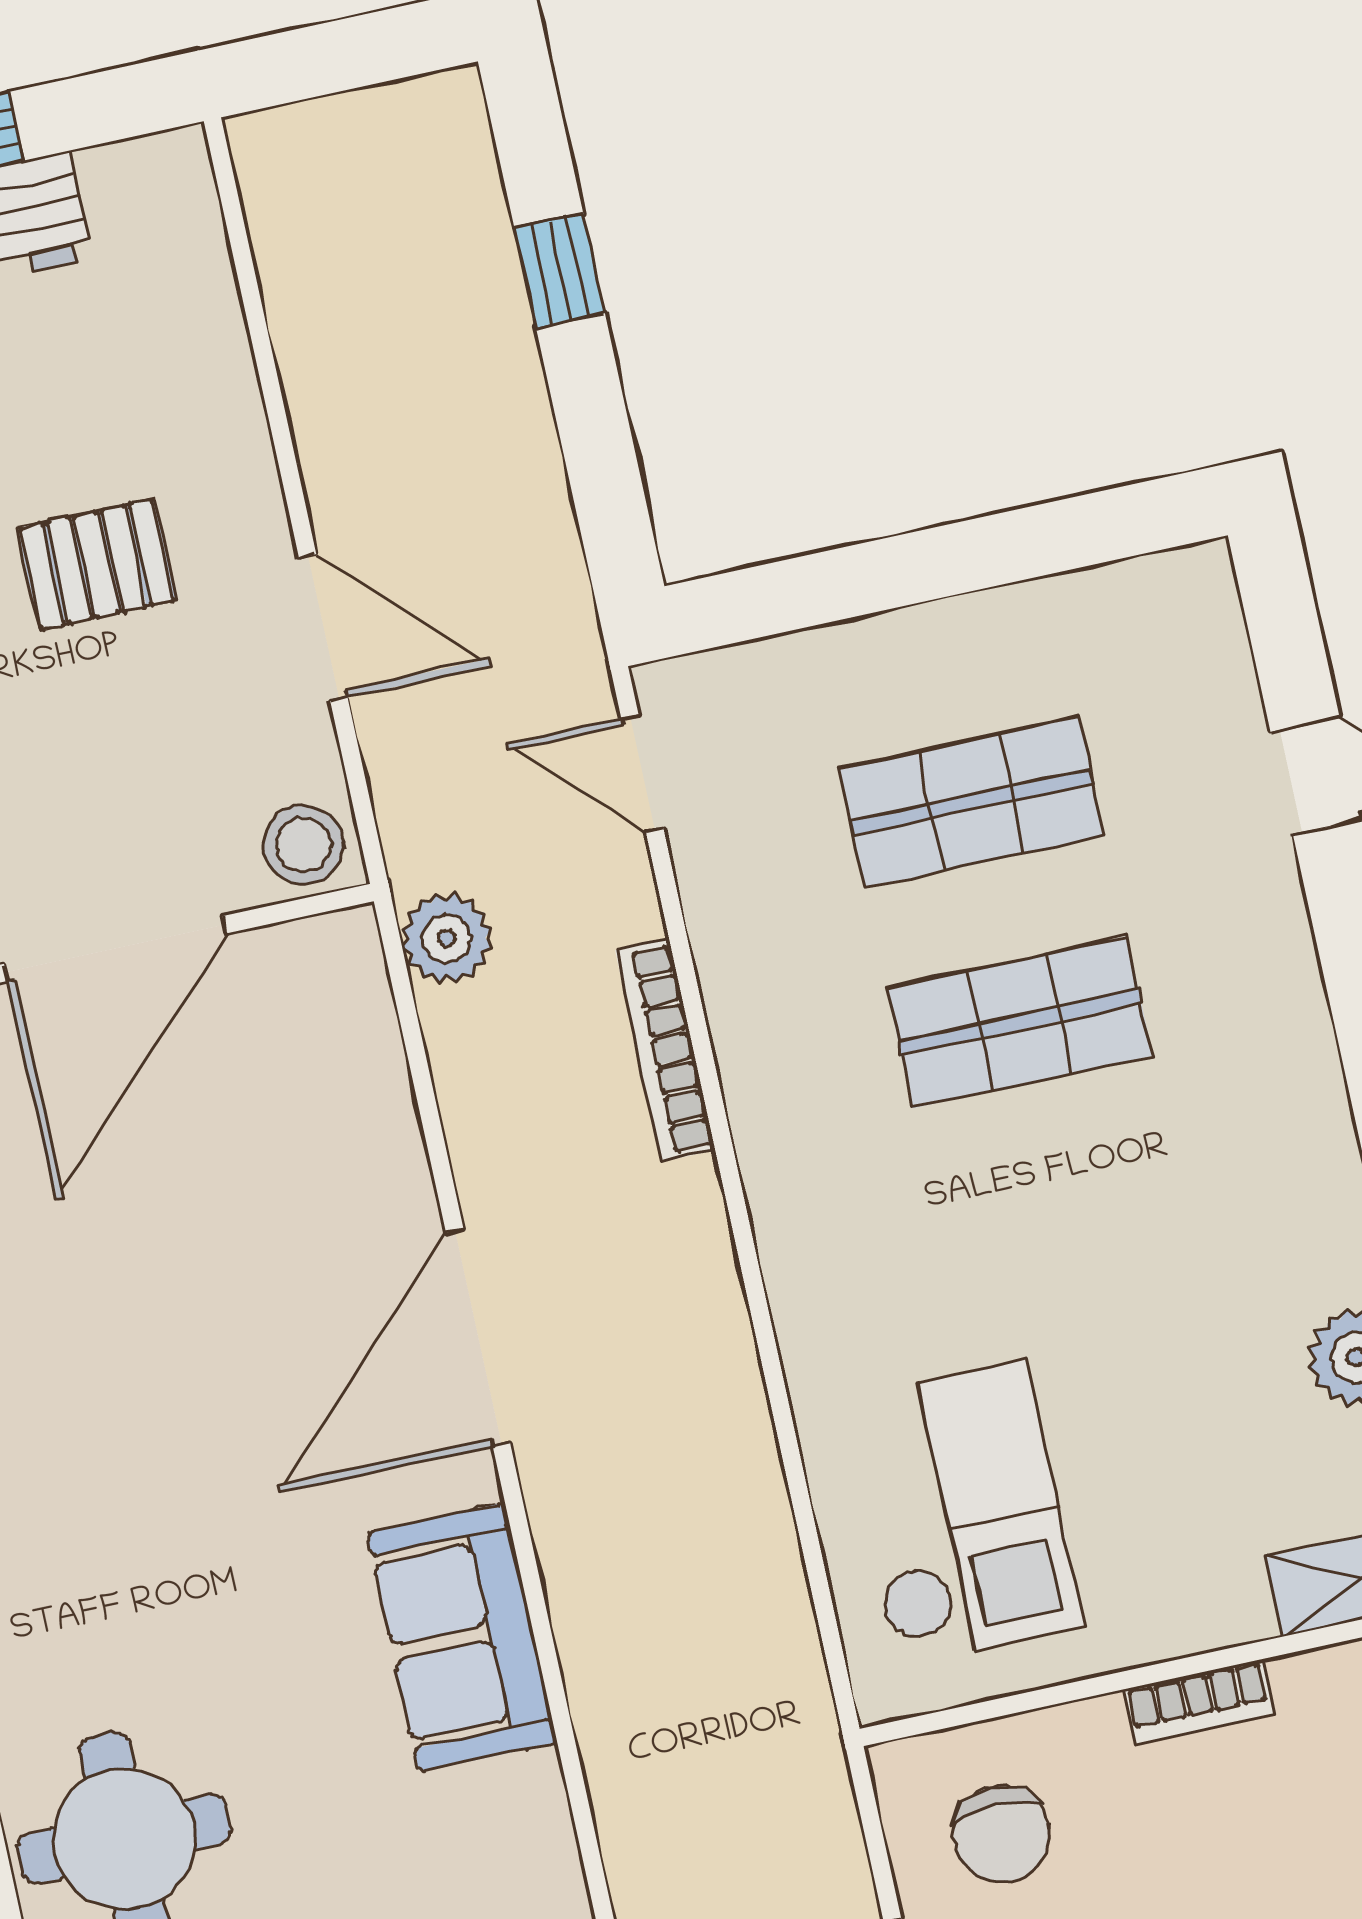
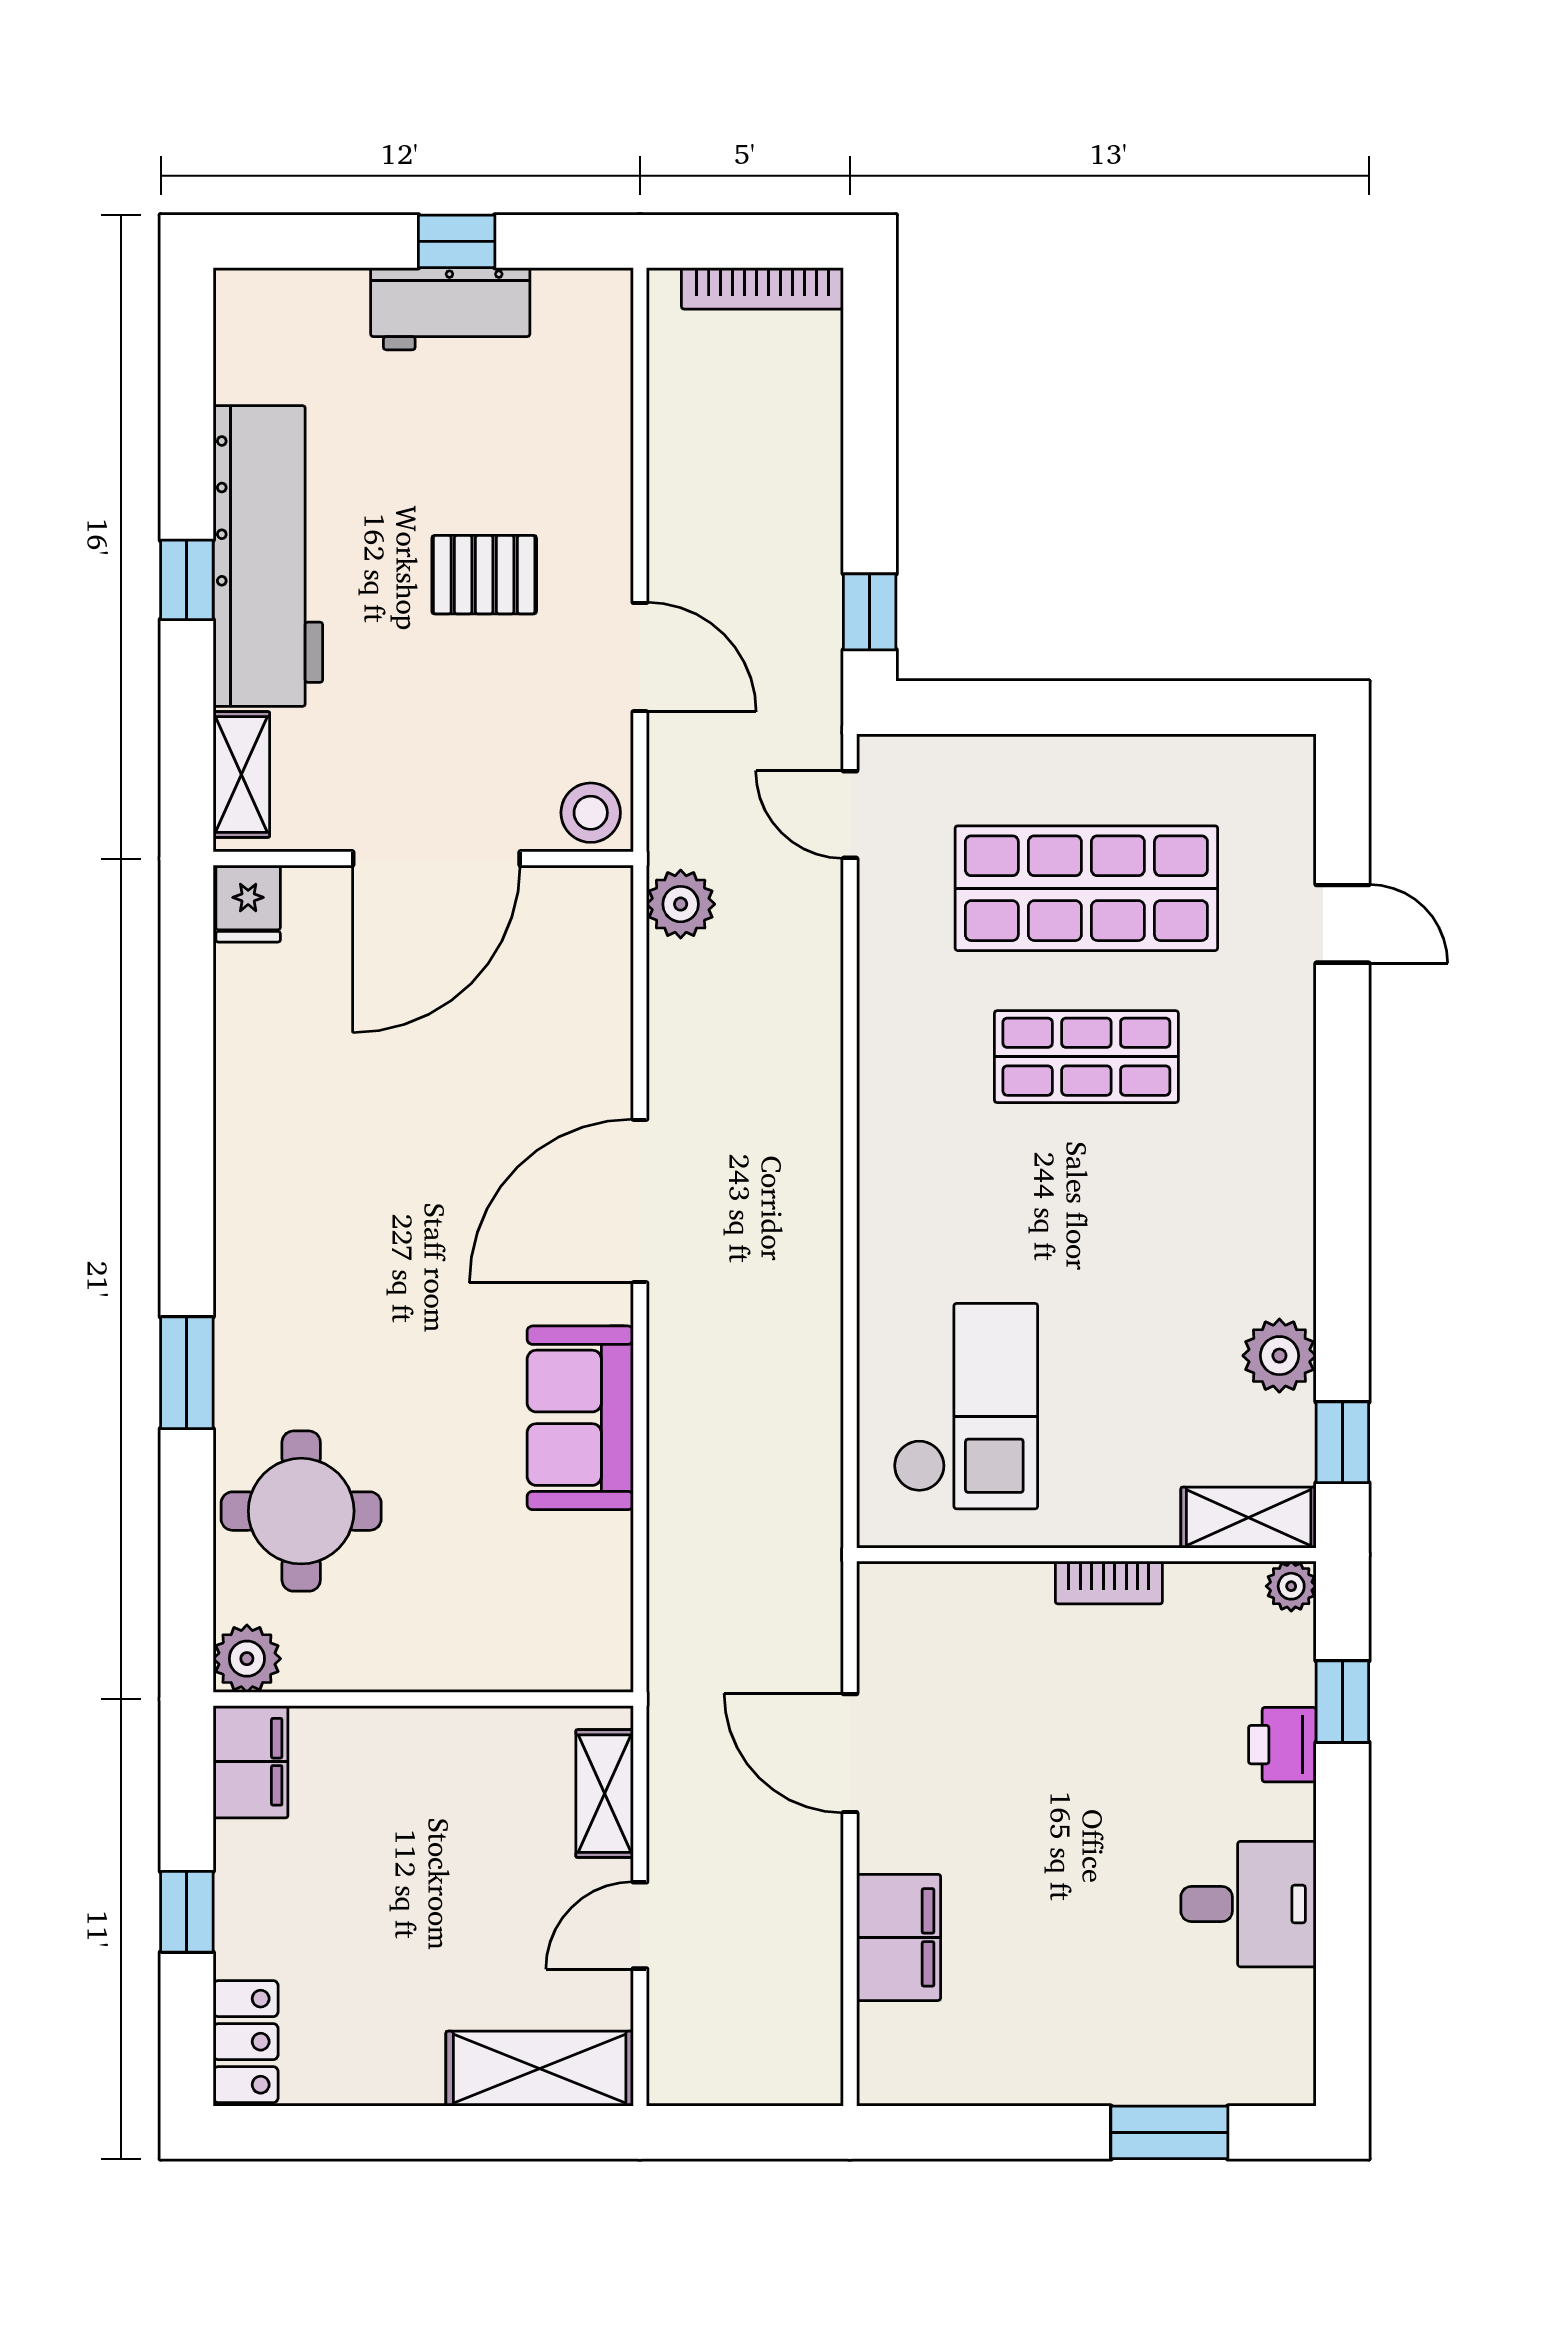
window: (560, 271) -> (870, 612), moved
shop shelf: (972, 802) -> (1086, 888), width x1.43, depth x1.36
bookcase: (665, 1050) -> (762, 288), moved, turned -90
chair: (1001, 1834) -> (943, 1647), removed

